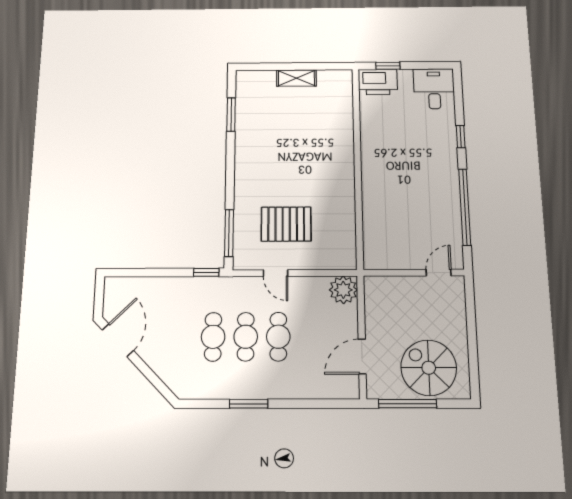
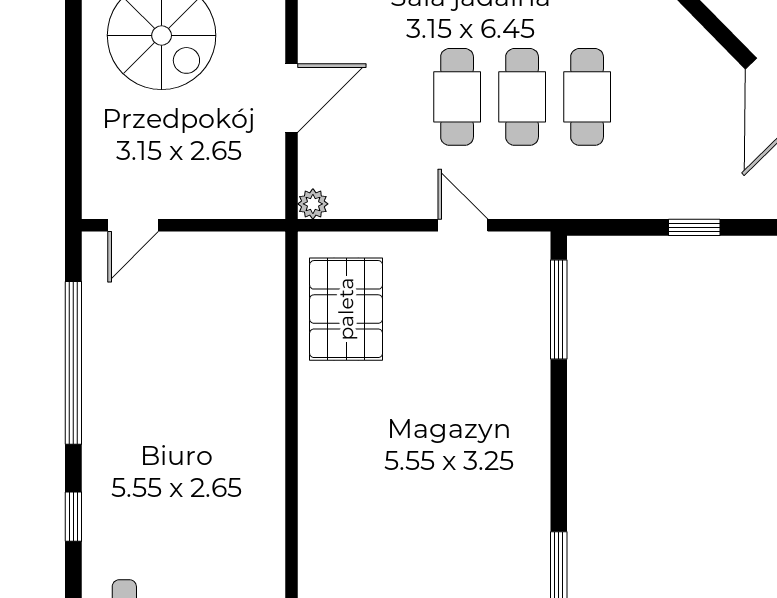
pallet: (286, 224) -> (346, 309), moved, turned 90
window: (206, 272) -> (694, 227), moved
plant: (343, 290) -> (313, 204), width x0.53, depth x0.53
door: (362, 357) -> (292, 98), moved

